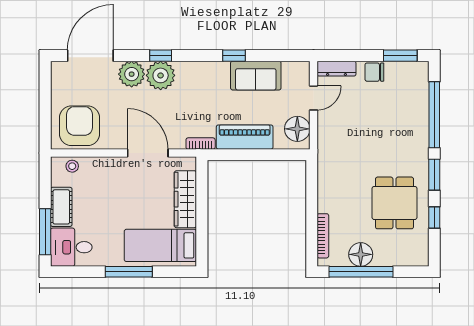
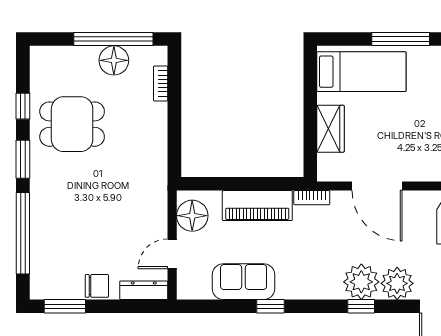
wardrobe: (185, 199) -> (331, 129), width x0.67
dining table: (394, 203) -> (72, 124), turned 90
bookcase: (323, 236) -> (161, 83), width x0.64

